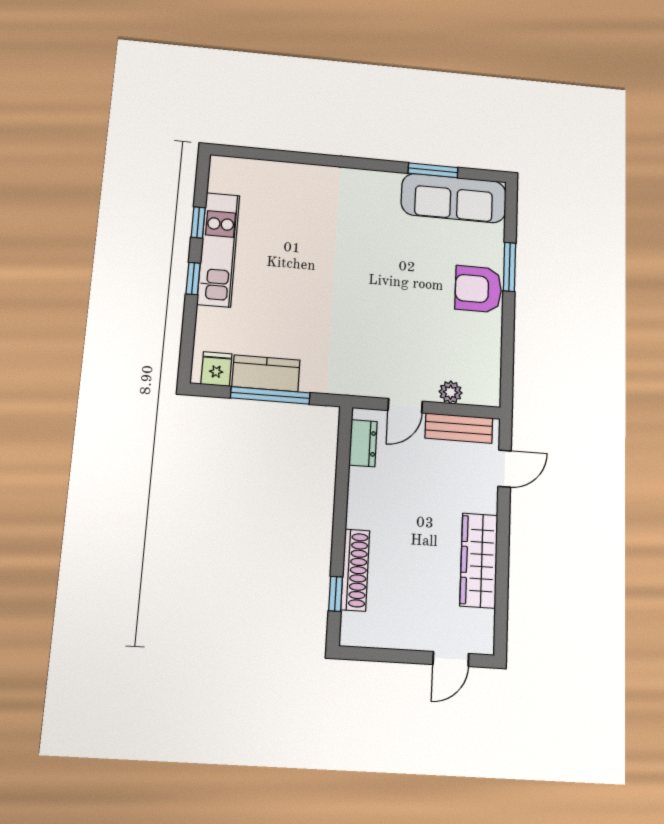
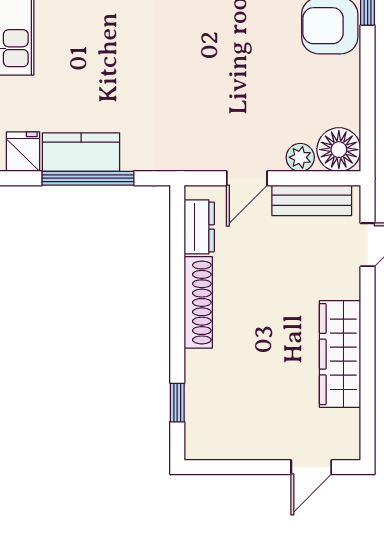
floor lamp: (483, 388) -> (339, 150), added
shoe rack: (355, 570) -> (198, 302), moved

